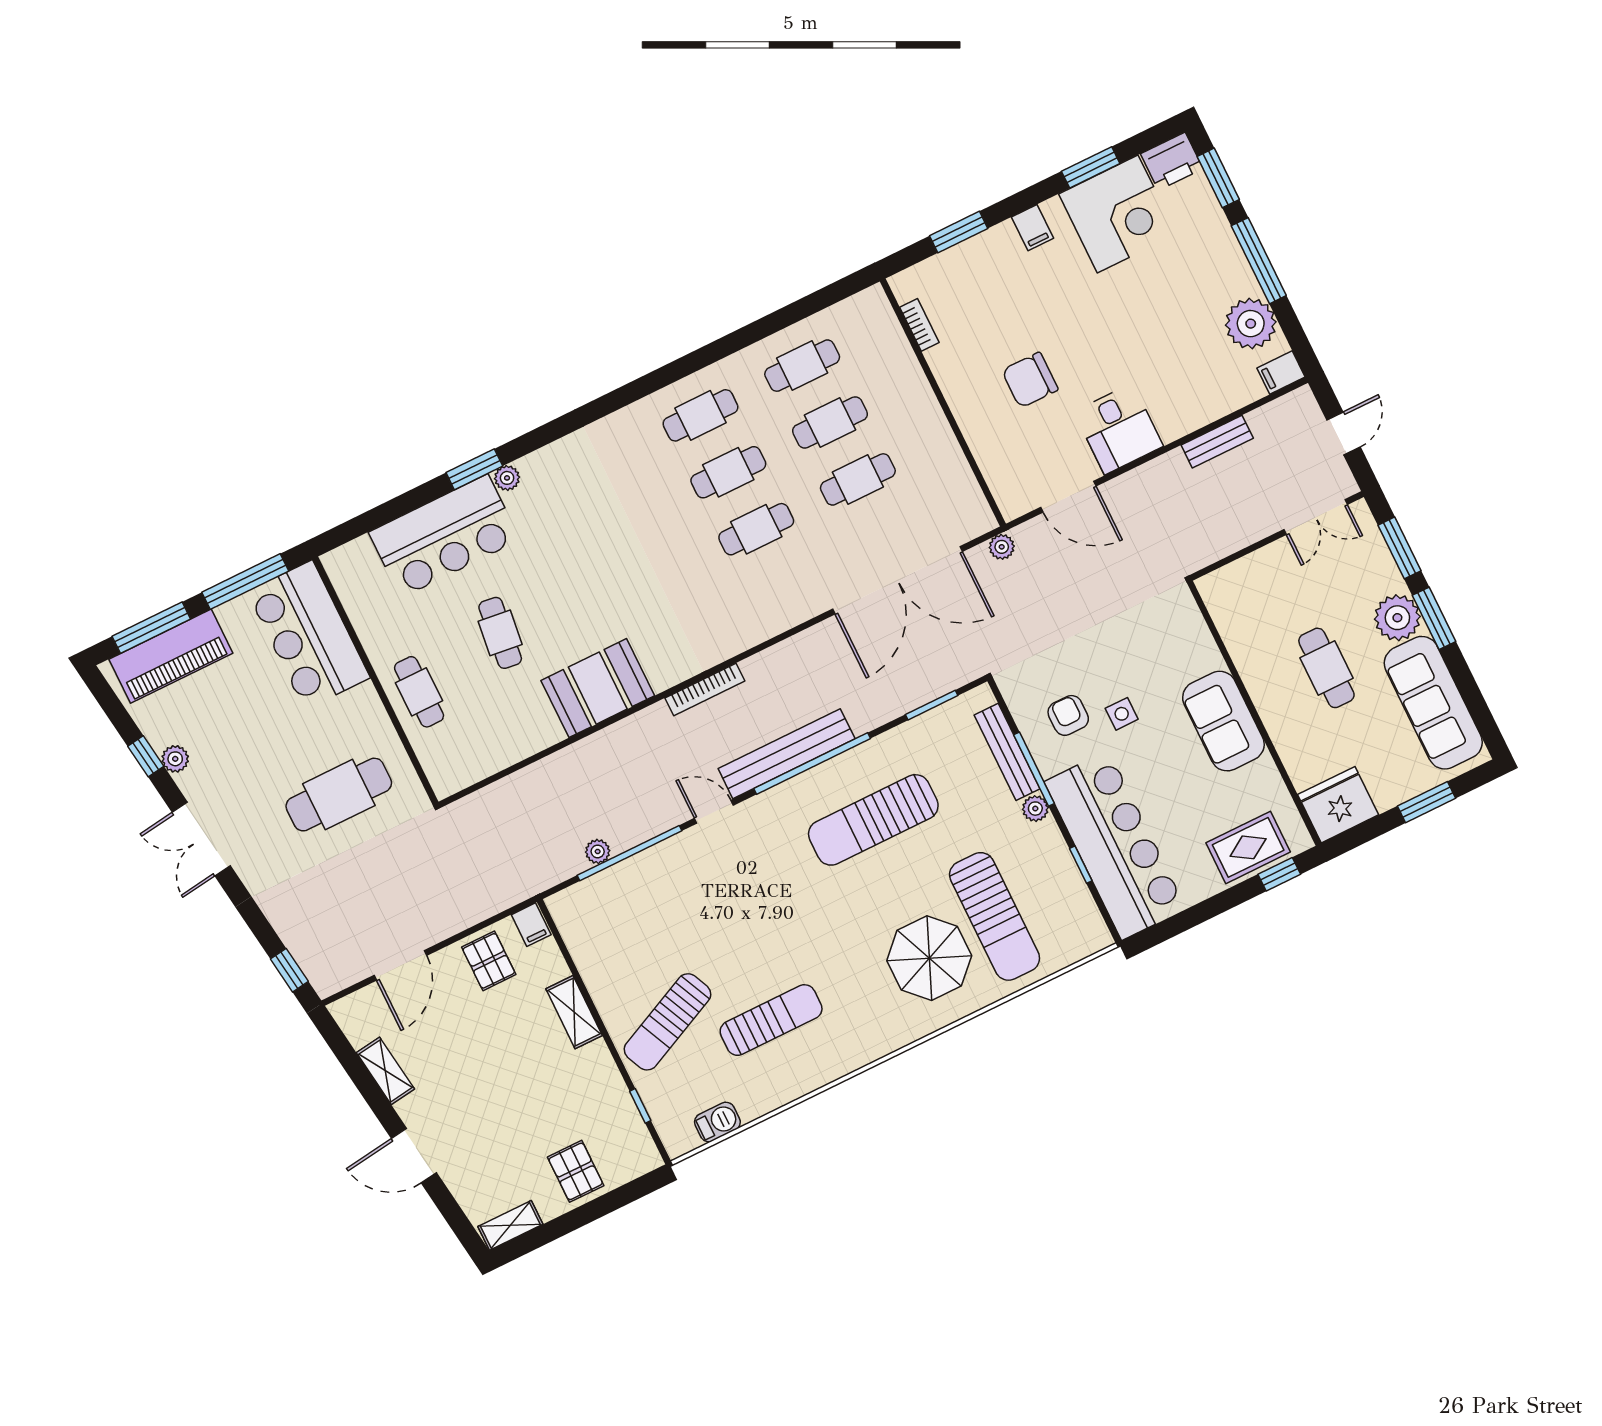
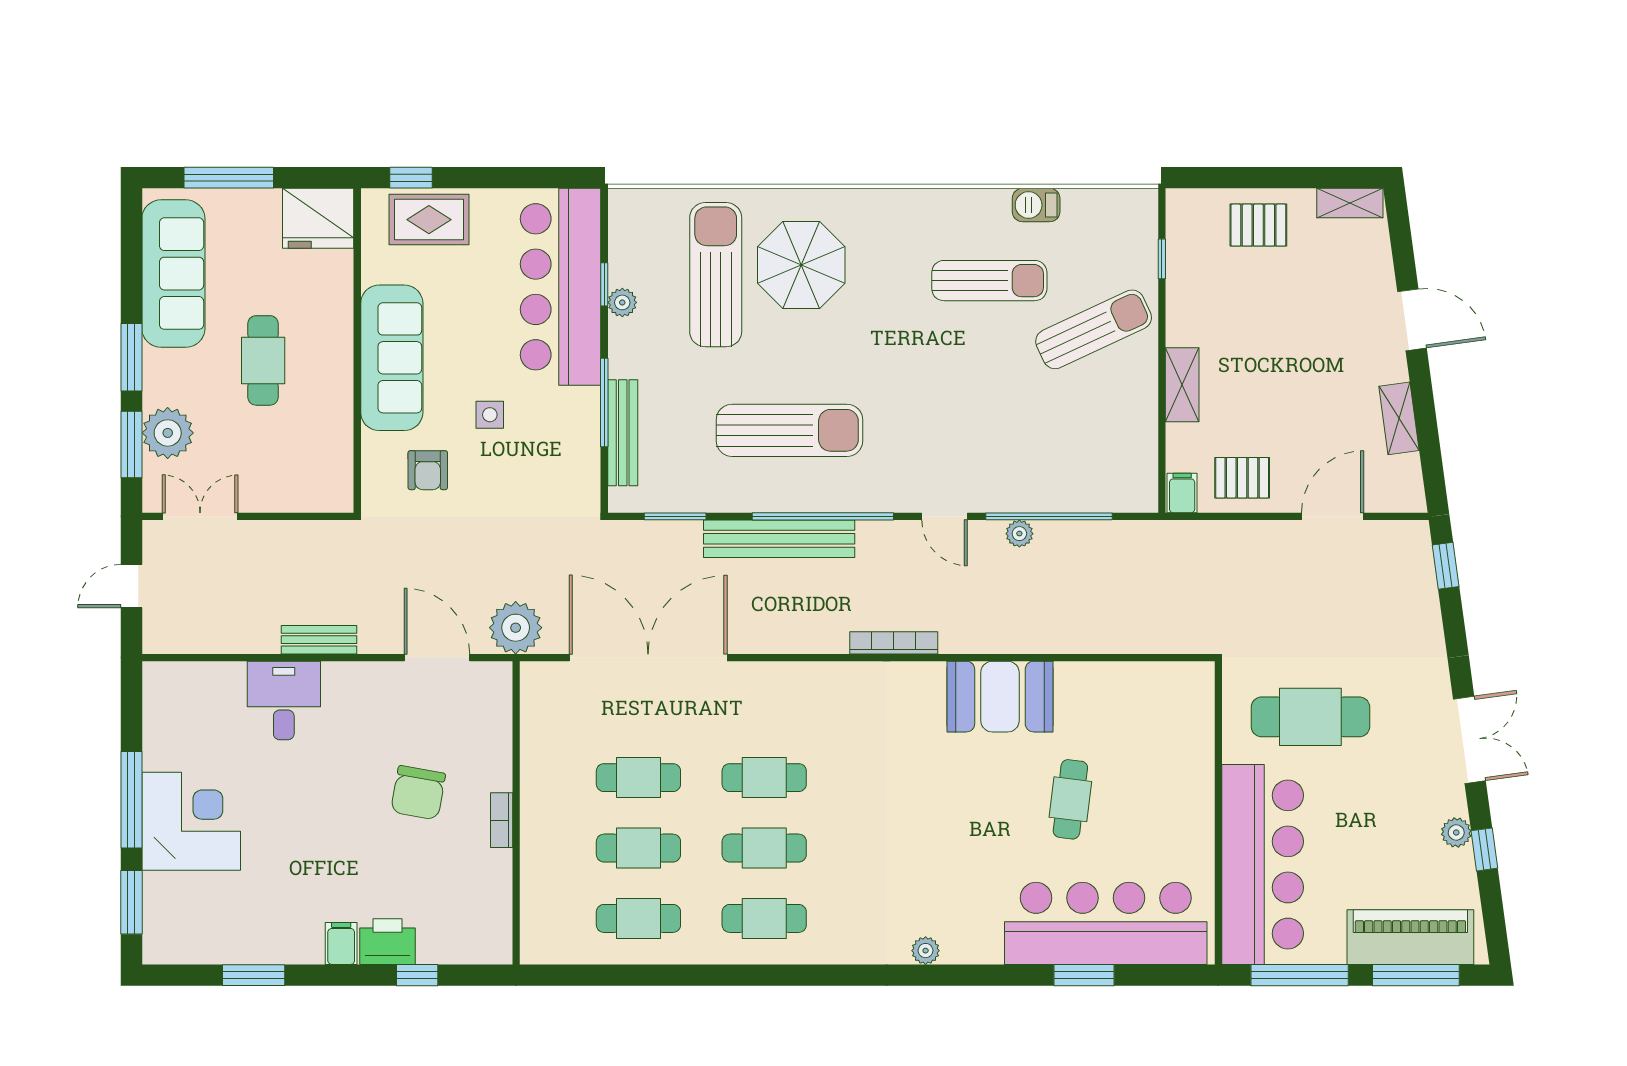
printer: (1172, 161) -> (387, 942), moved
corner desk: (1118, 214) -> (191, 821), moved, turned 90
window: (959, 232) -> (417, 975), width x0.67
plant: (1251, 324) -> (170, 741), removed
bookcase: (919, 325) -> (502, 820), moved
filing cabinet: (1281, 372) -> (164, 677), removed
chair: (1030, 380) -> (418, 793), turned 100
desk: (1119, 429) -> (284, 700), moved
bench: (1217, 442) -> (319, 640), moved
window: (474, 469) -> (1084, 975), moved
plant: (507, 478) -> (926, 951), moved
bar counter: (444, 536) -> (1106, 923), width x1.36
plant: (1002, 547) -> (516, 628), width x1.87, depth x1.87
plant: (1397, 618) -> (168, 433), moved
bar counter: (308, 635) -> (1263, 864), width x1.36
cafe table: (419, 692) -> (1180, 780), removed
armchair: (1068, 715) -> (428, 470), moved
sofa: (1223, 721) -> (392, 358), width x1.36
bench: (787, 754) -> (779, 539), moved
window: (1427, 802) -> (229, 178), width x1.44
plant: (1035, 809) -> (622, 302), moved
plant: (598, 851) -> (1019, 534), moved
pallet: (489, 961) -> (1242, 478), turned 90
sun lounger: (771, 1020) -> (989, 281), turned 180
barbecue: (717, 1122) -> (1036, 205), moved
pallet: (576, 1171) -> (1258, 225), turned 90

